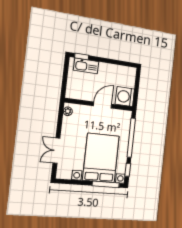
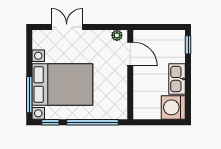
kitchen sink: (86, 66) -> (177, 79), moved
washing machine: (125, 97) -> (173, 107), moved, turned -90
door: (103, 105) -> (130, 54), moved

